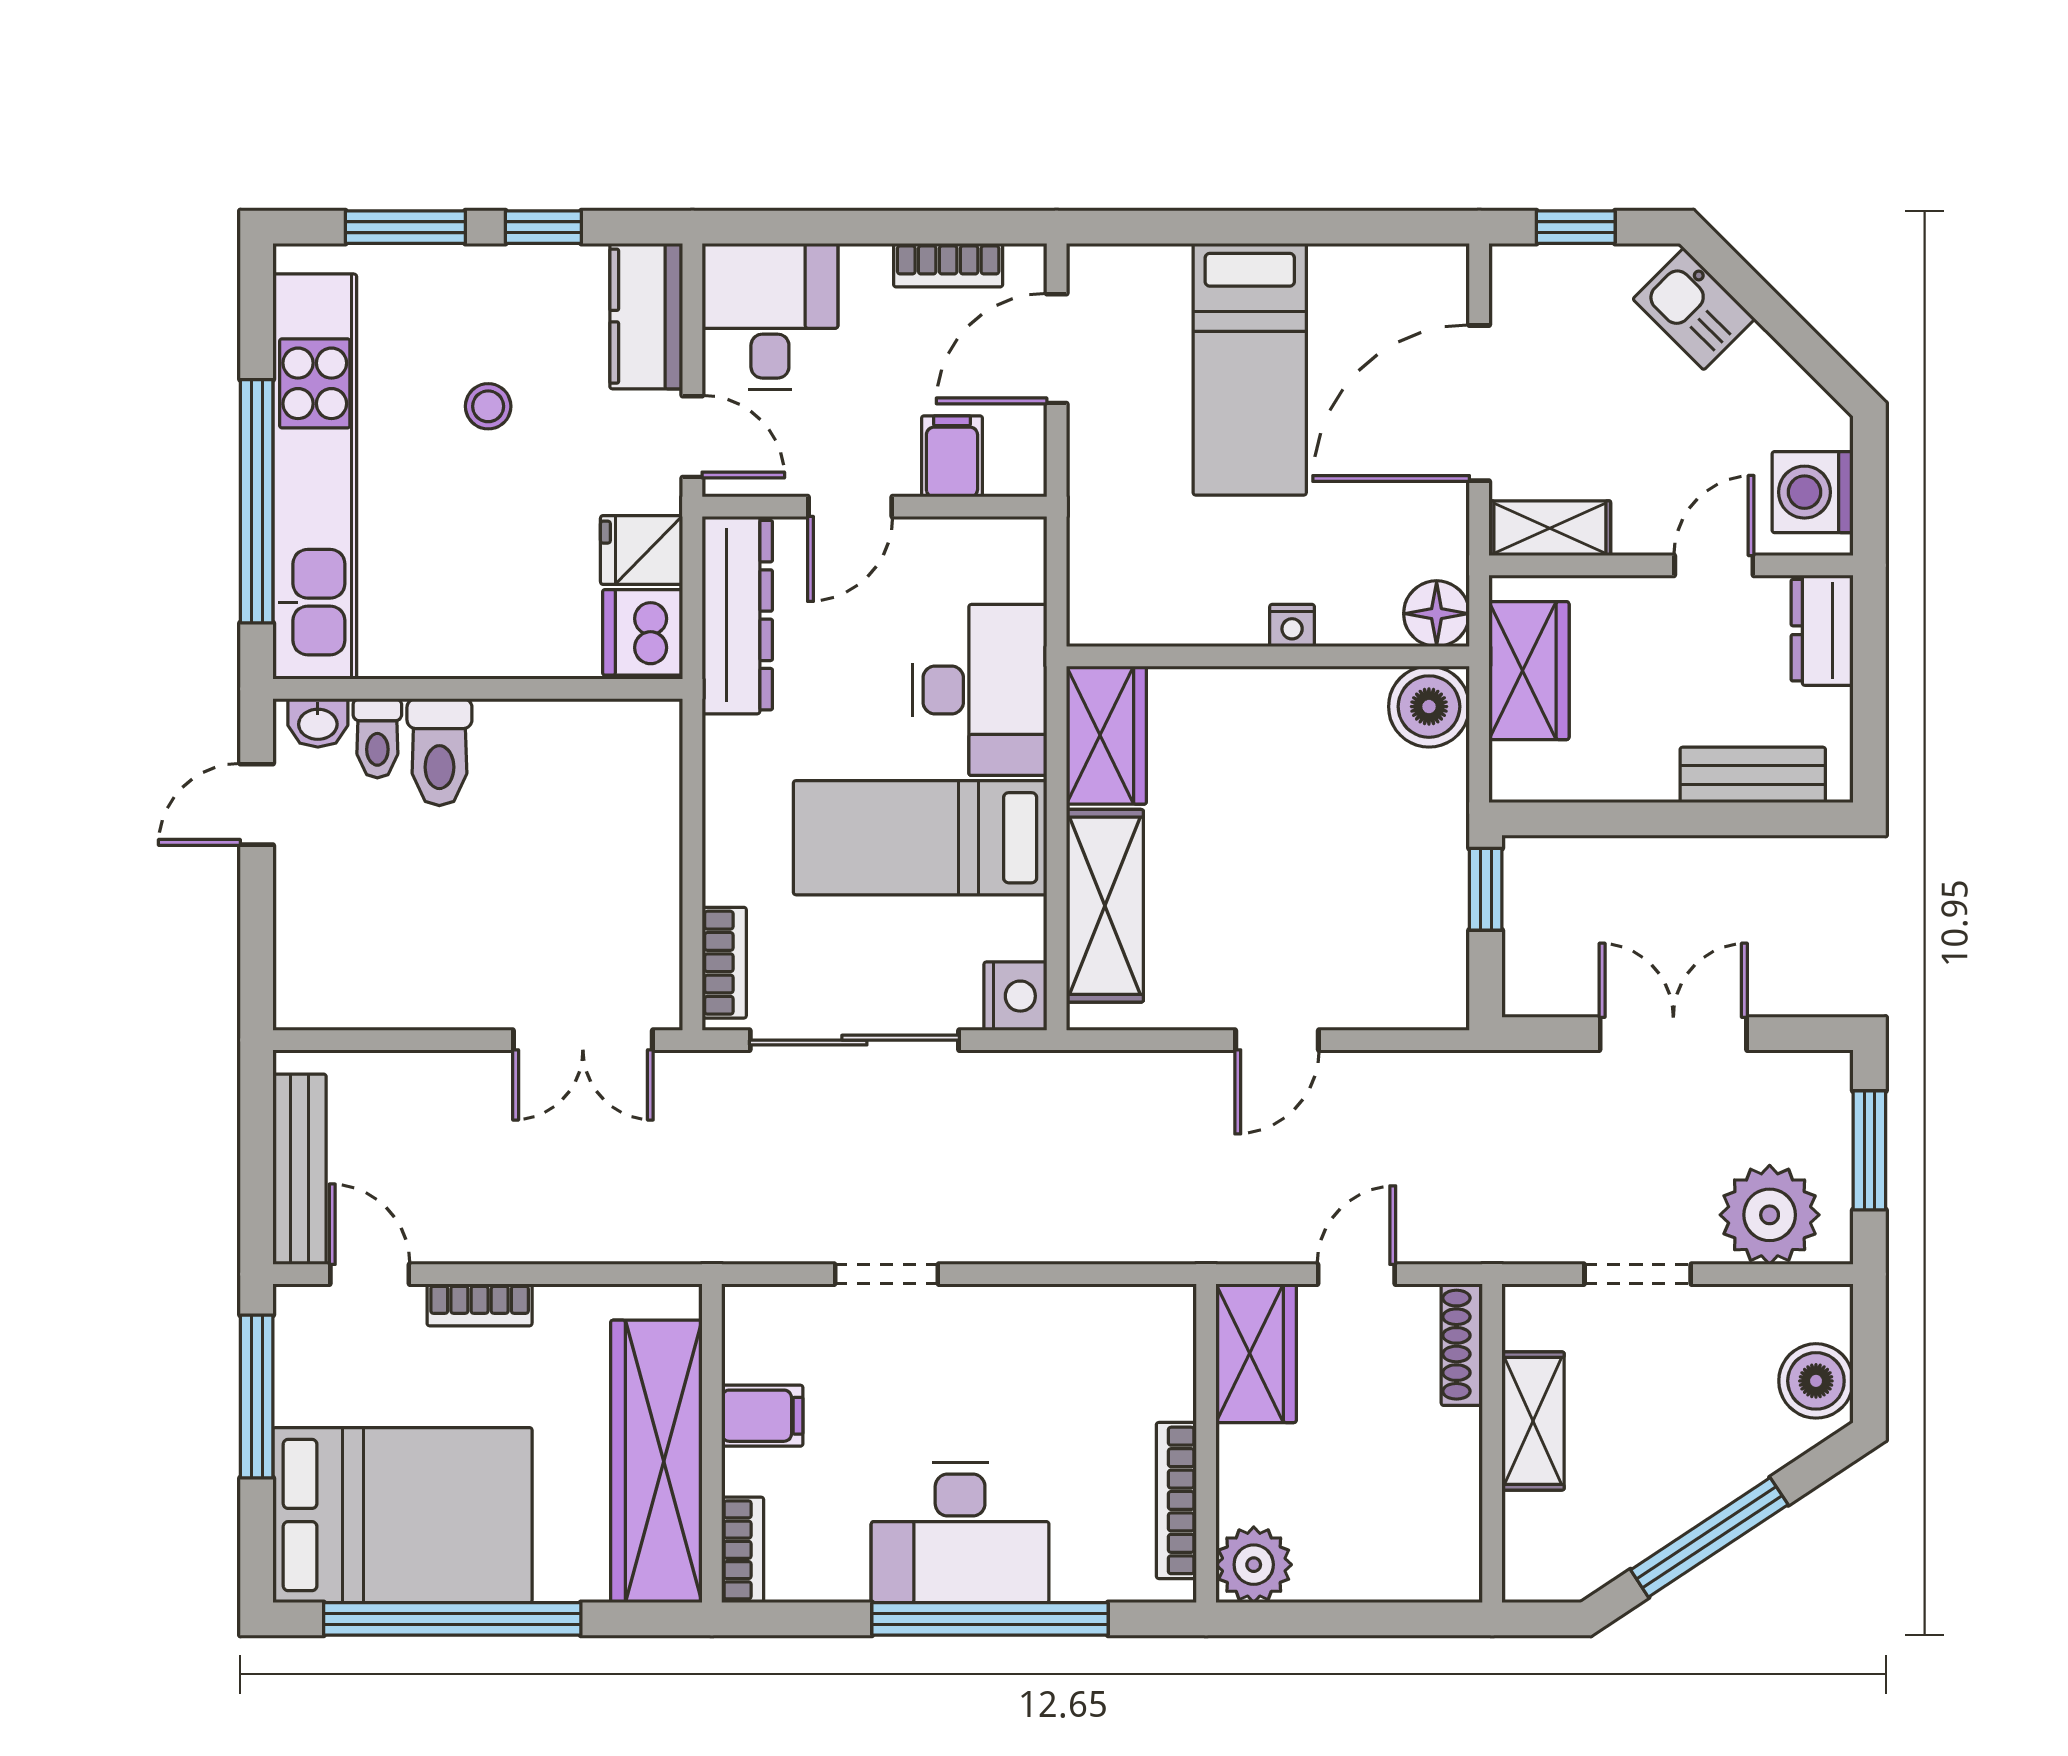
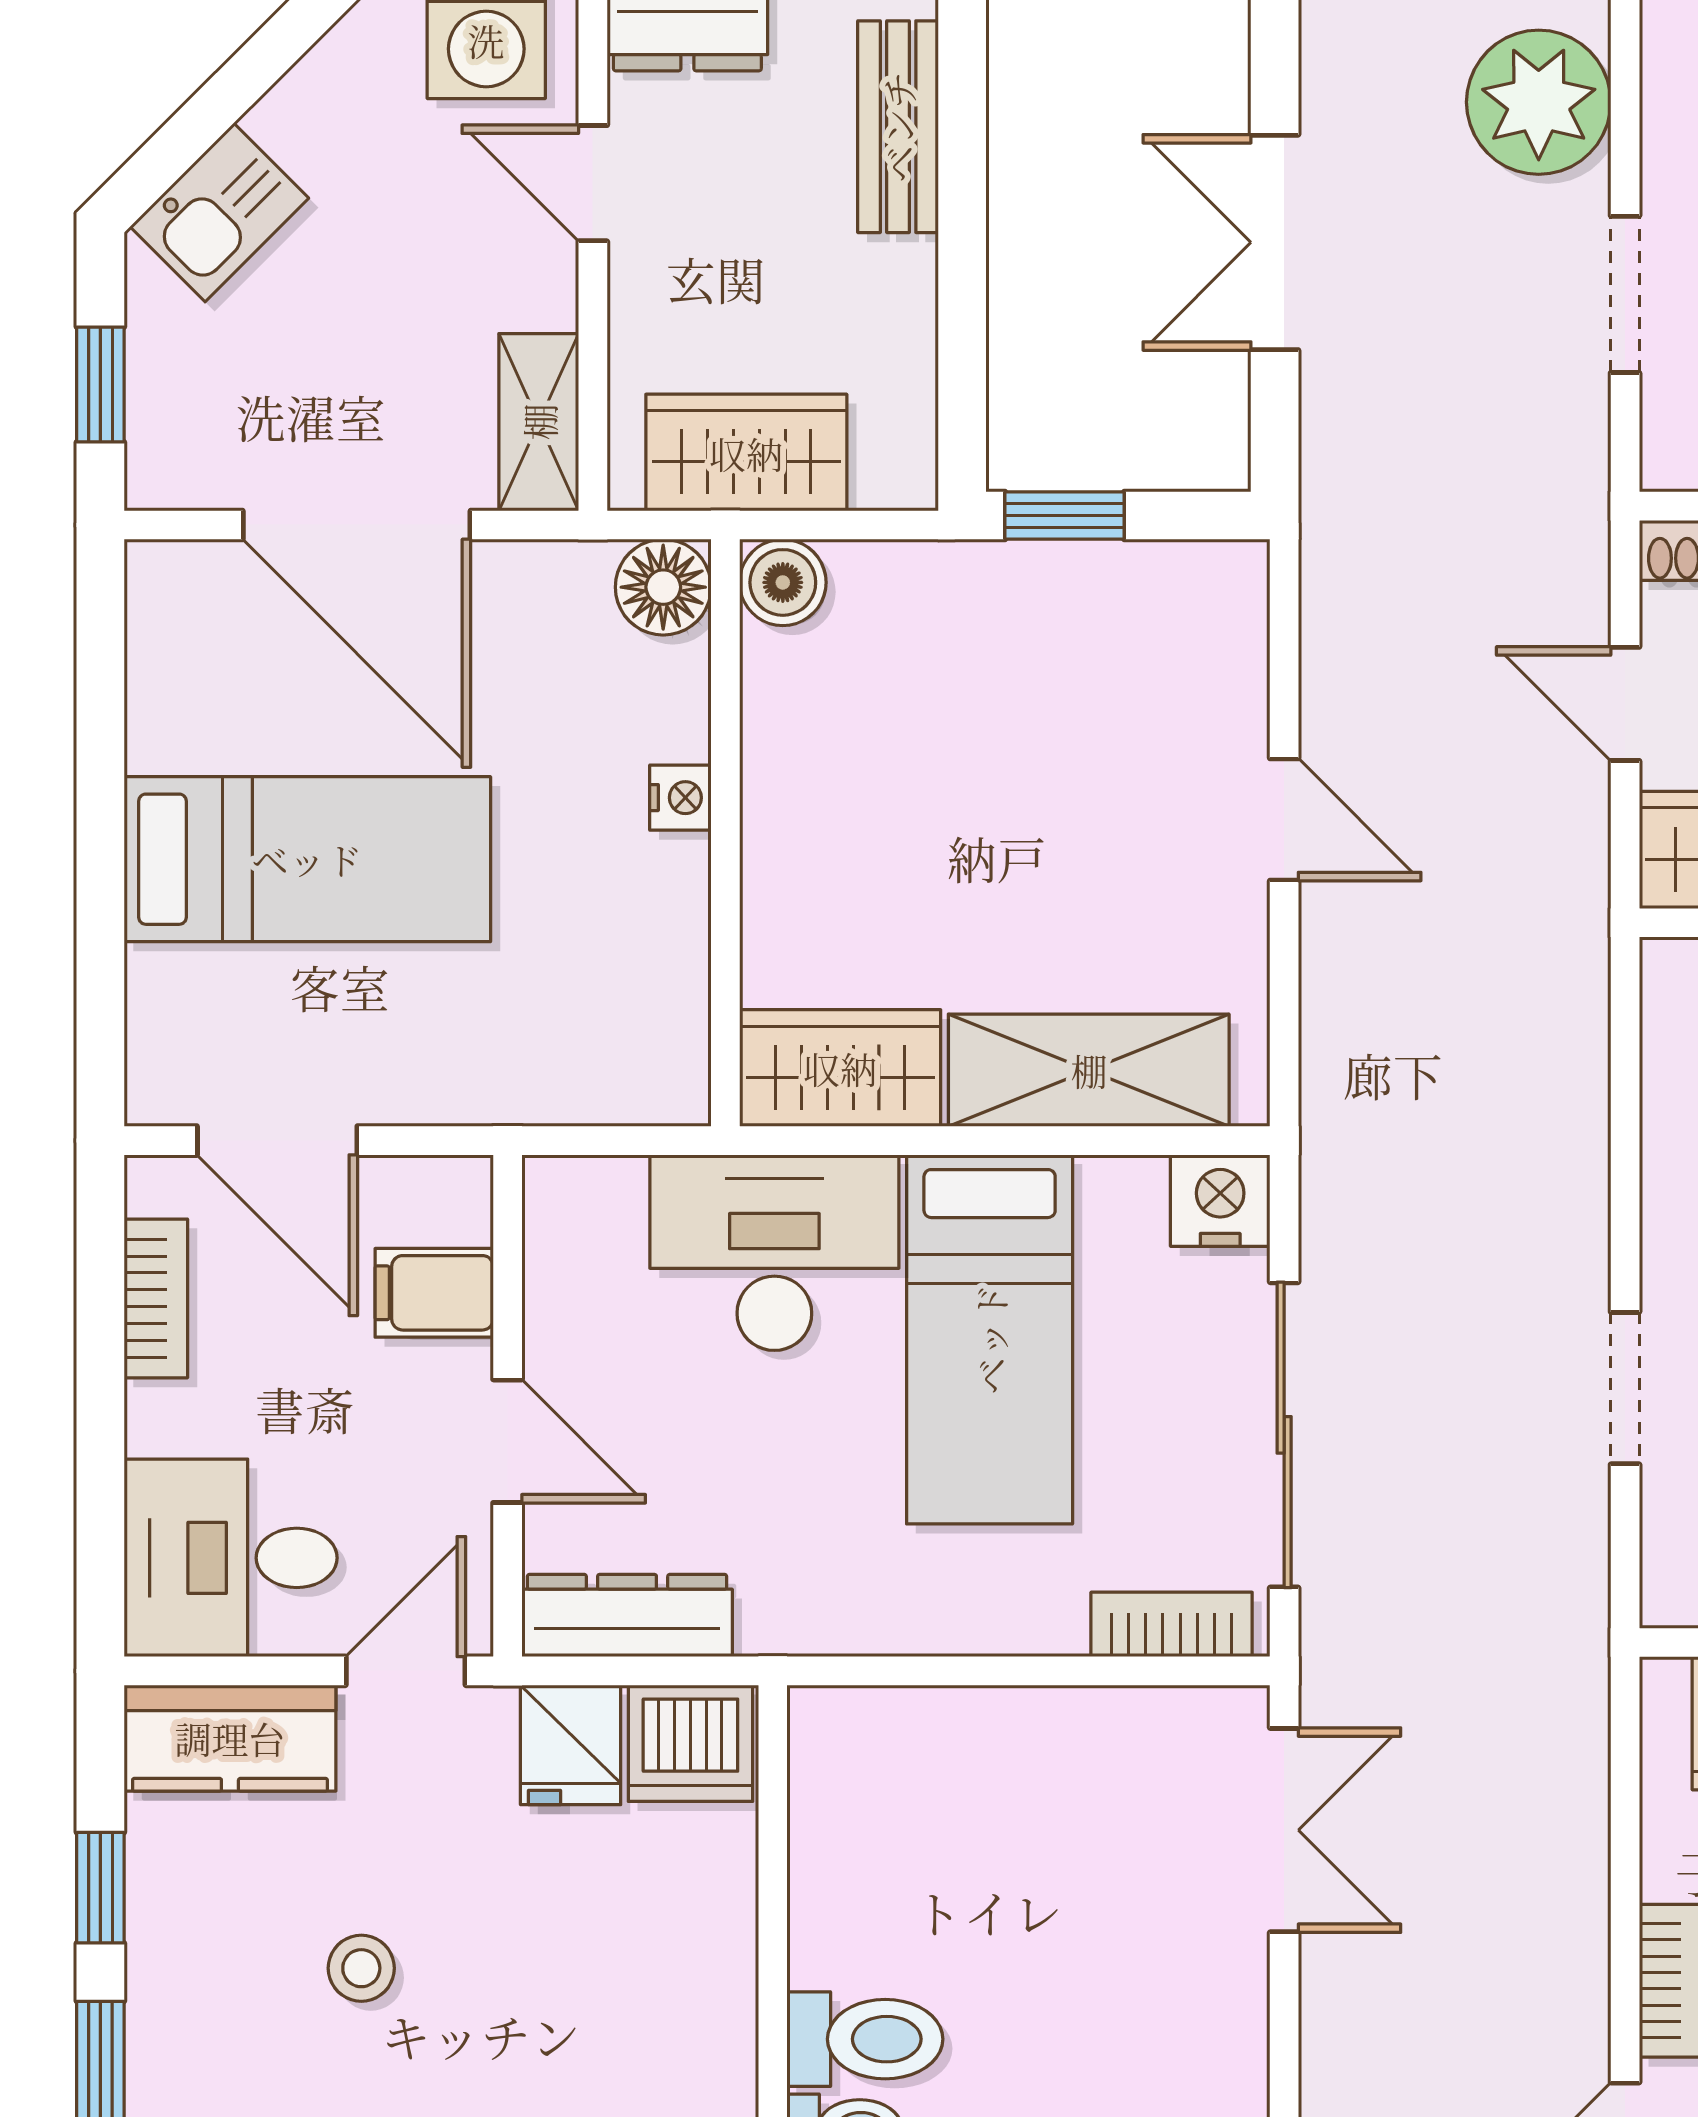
dresser: (737, 615) -> (627, 1616), width x0.73, depth x0.80
boiler: (1429, 707) -> (783, 582), width x0.73, depth x0.73

